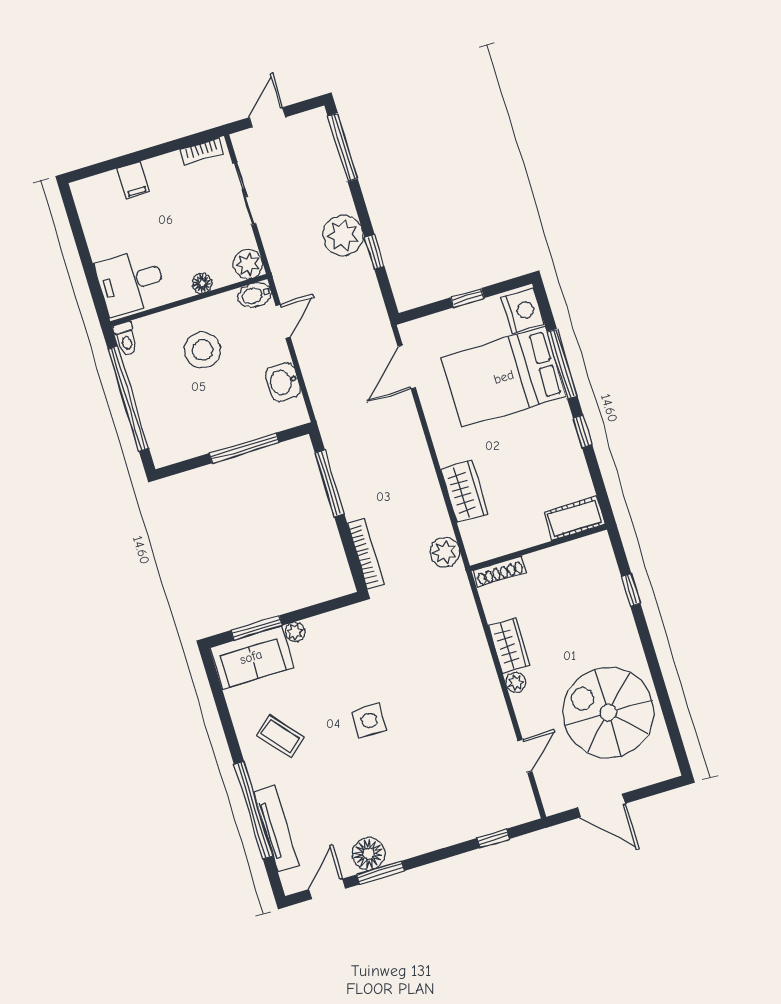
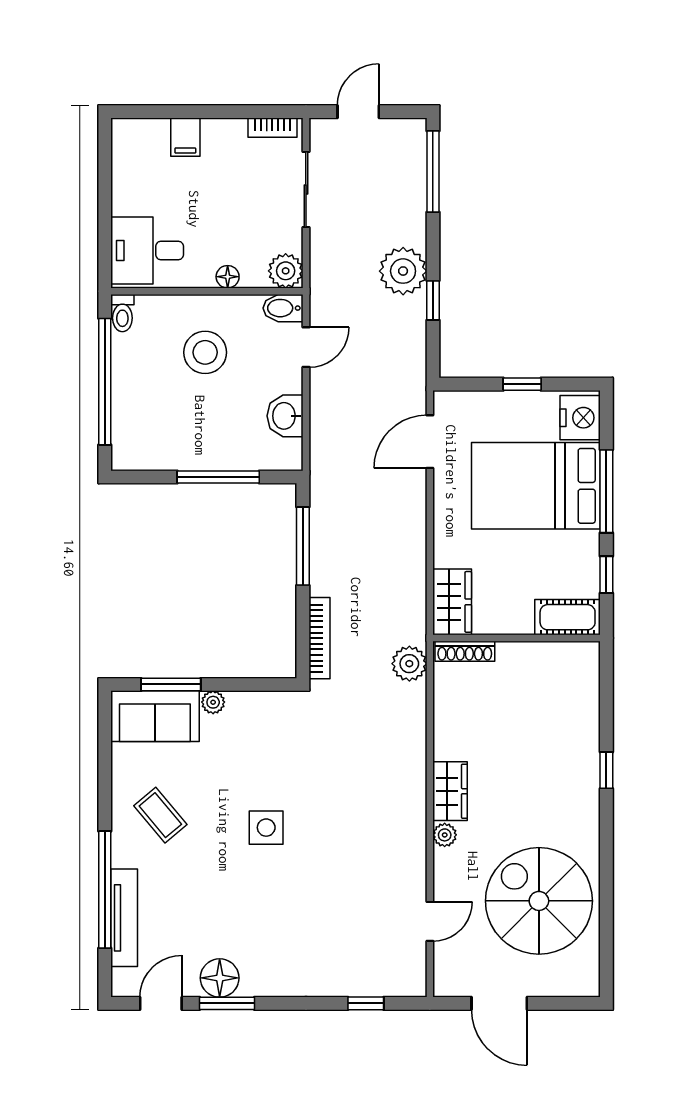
cot: (575, 518) -> (568, 617), moved
wall: (538, 548) -> (517, 638), moved
shoe rack: (500, 571) -> (465, 651), moved

